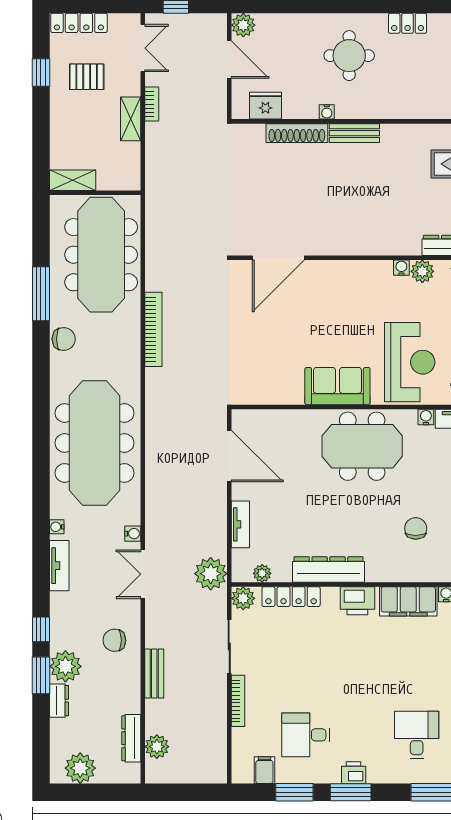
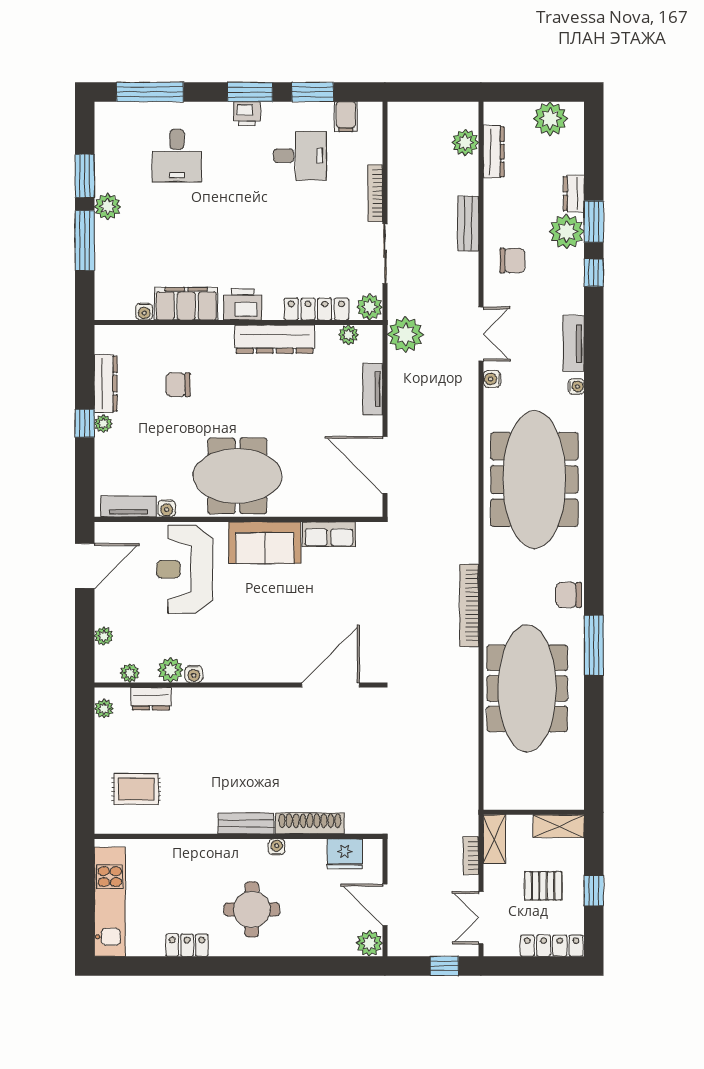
shelving: (73, 180) -> (559, 826), moved
wall: (95, 193) -> (534, 812), moved
row of seats: (280, 394) -> (329, 534), added
chair: (416, 528) -> (178, 385), turned 90

